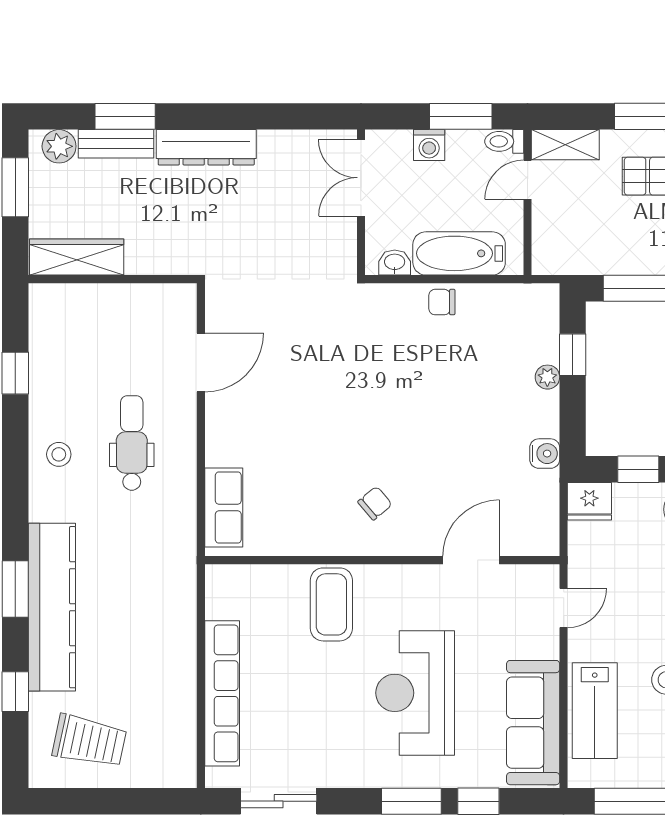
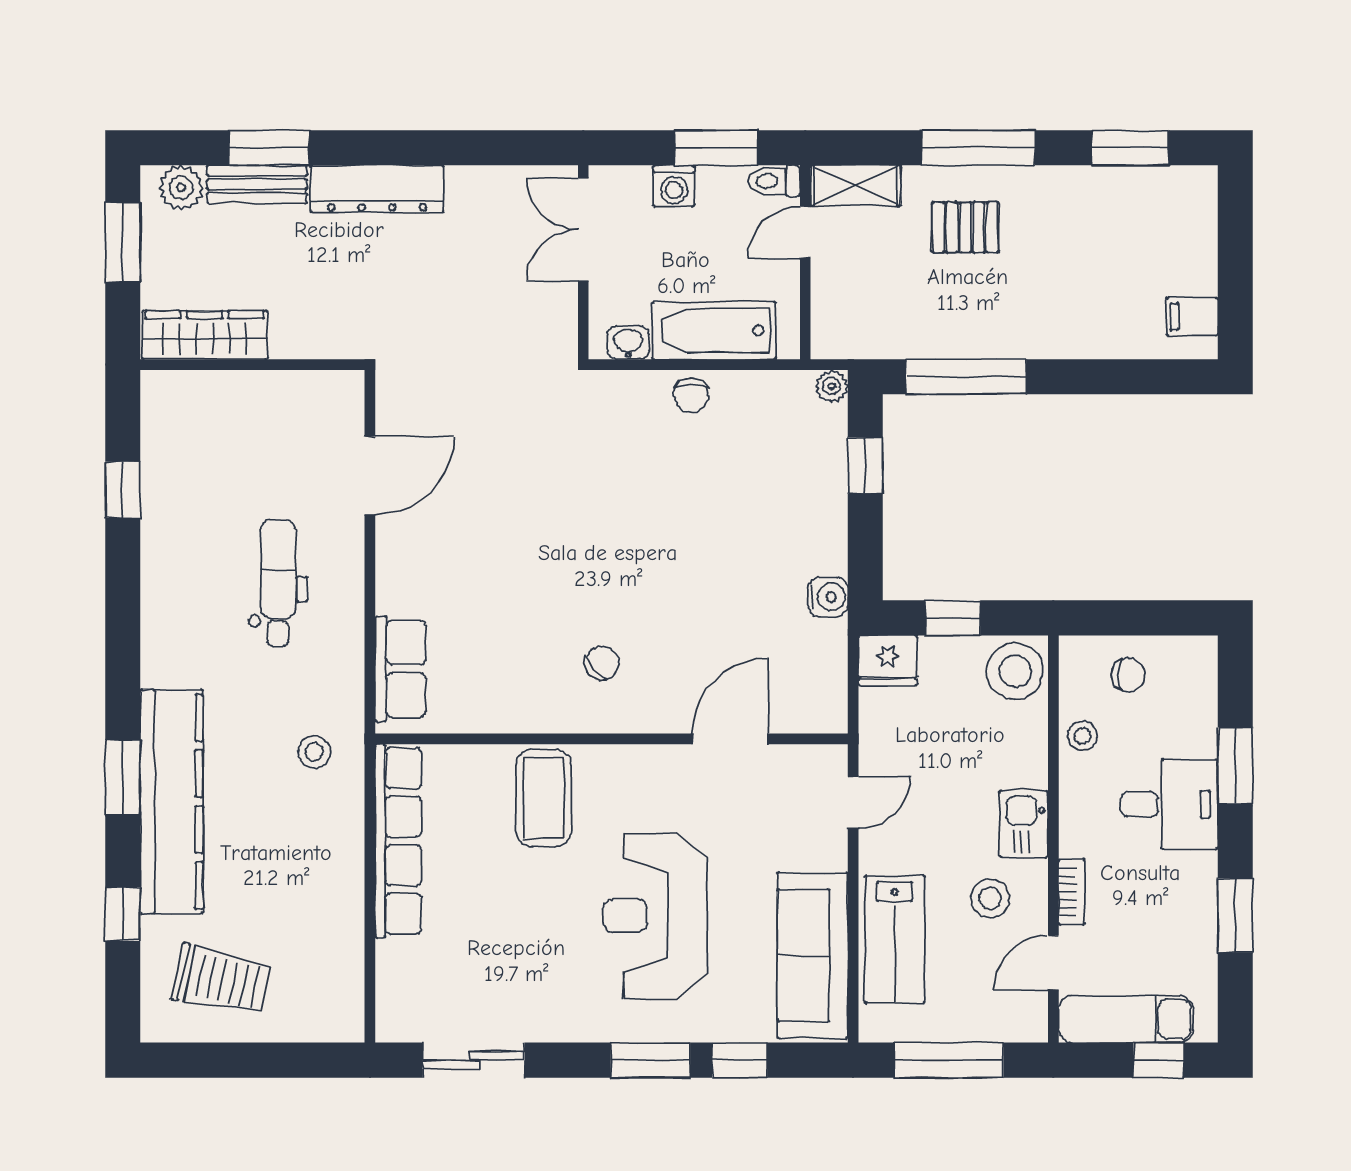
chair: (442, 302) -> (691, 395), turned -90
plant: (547, 377) -> (832, 386), moved
stool: (59, 454) -> (314, 752), moved
row of seats: (222, 693) -> (398, 841), moved

